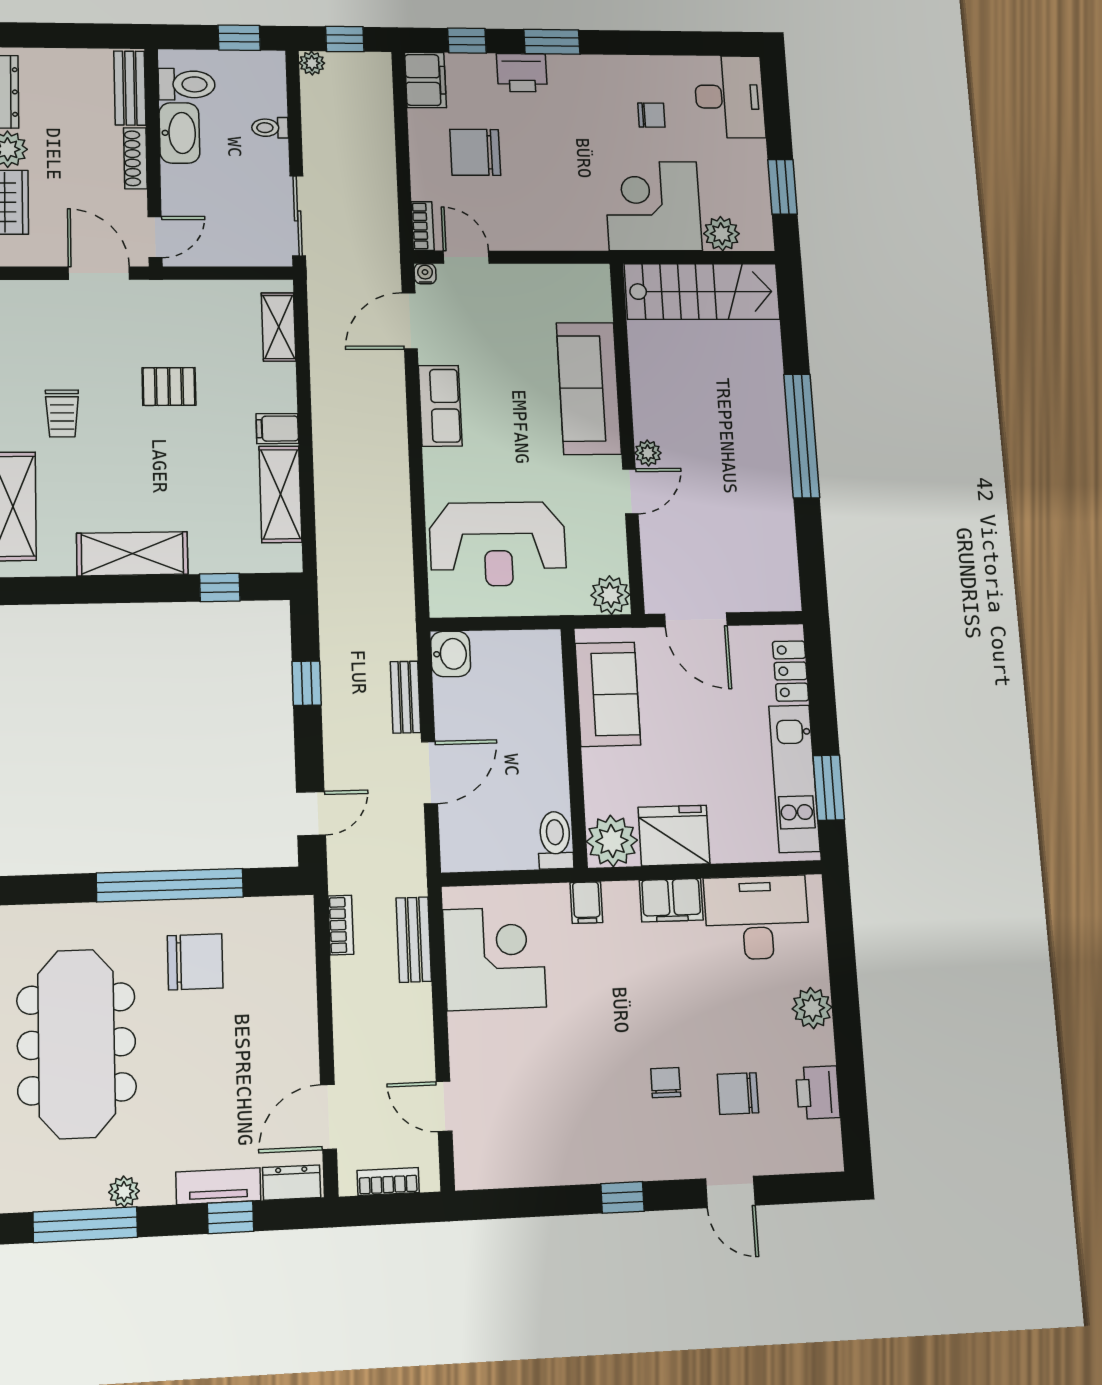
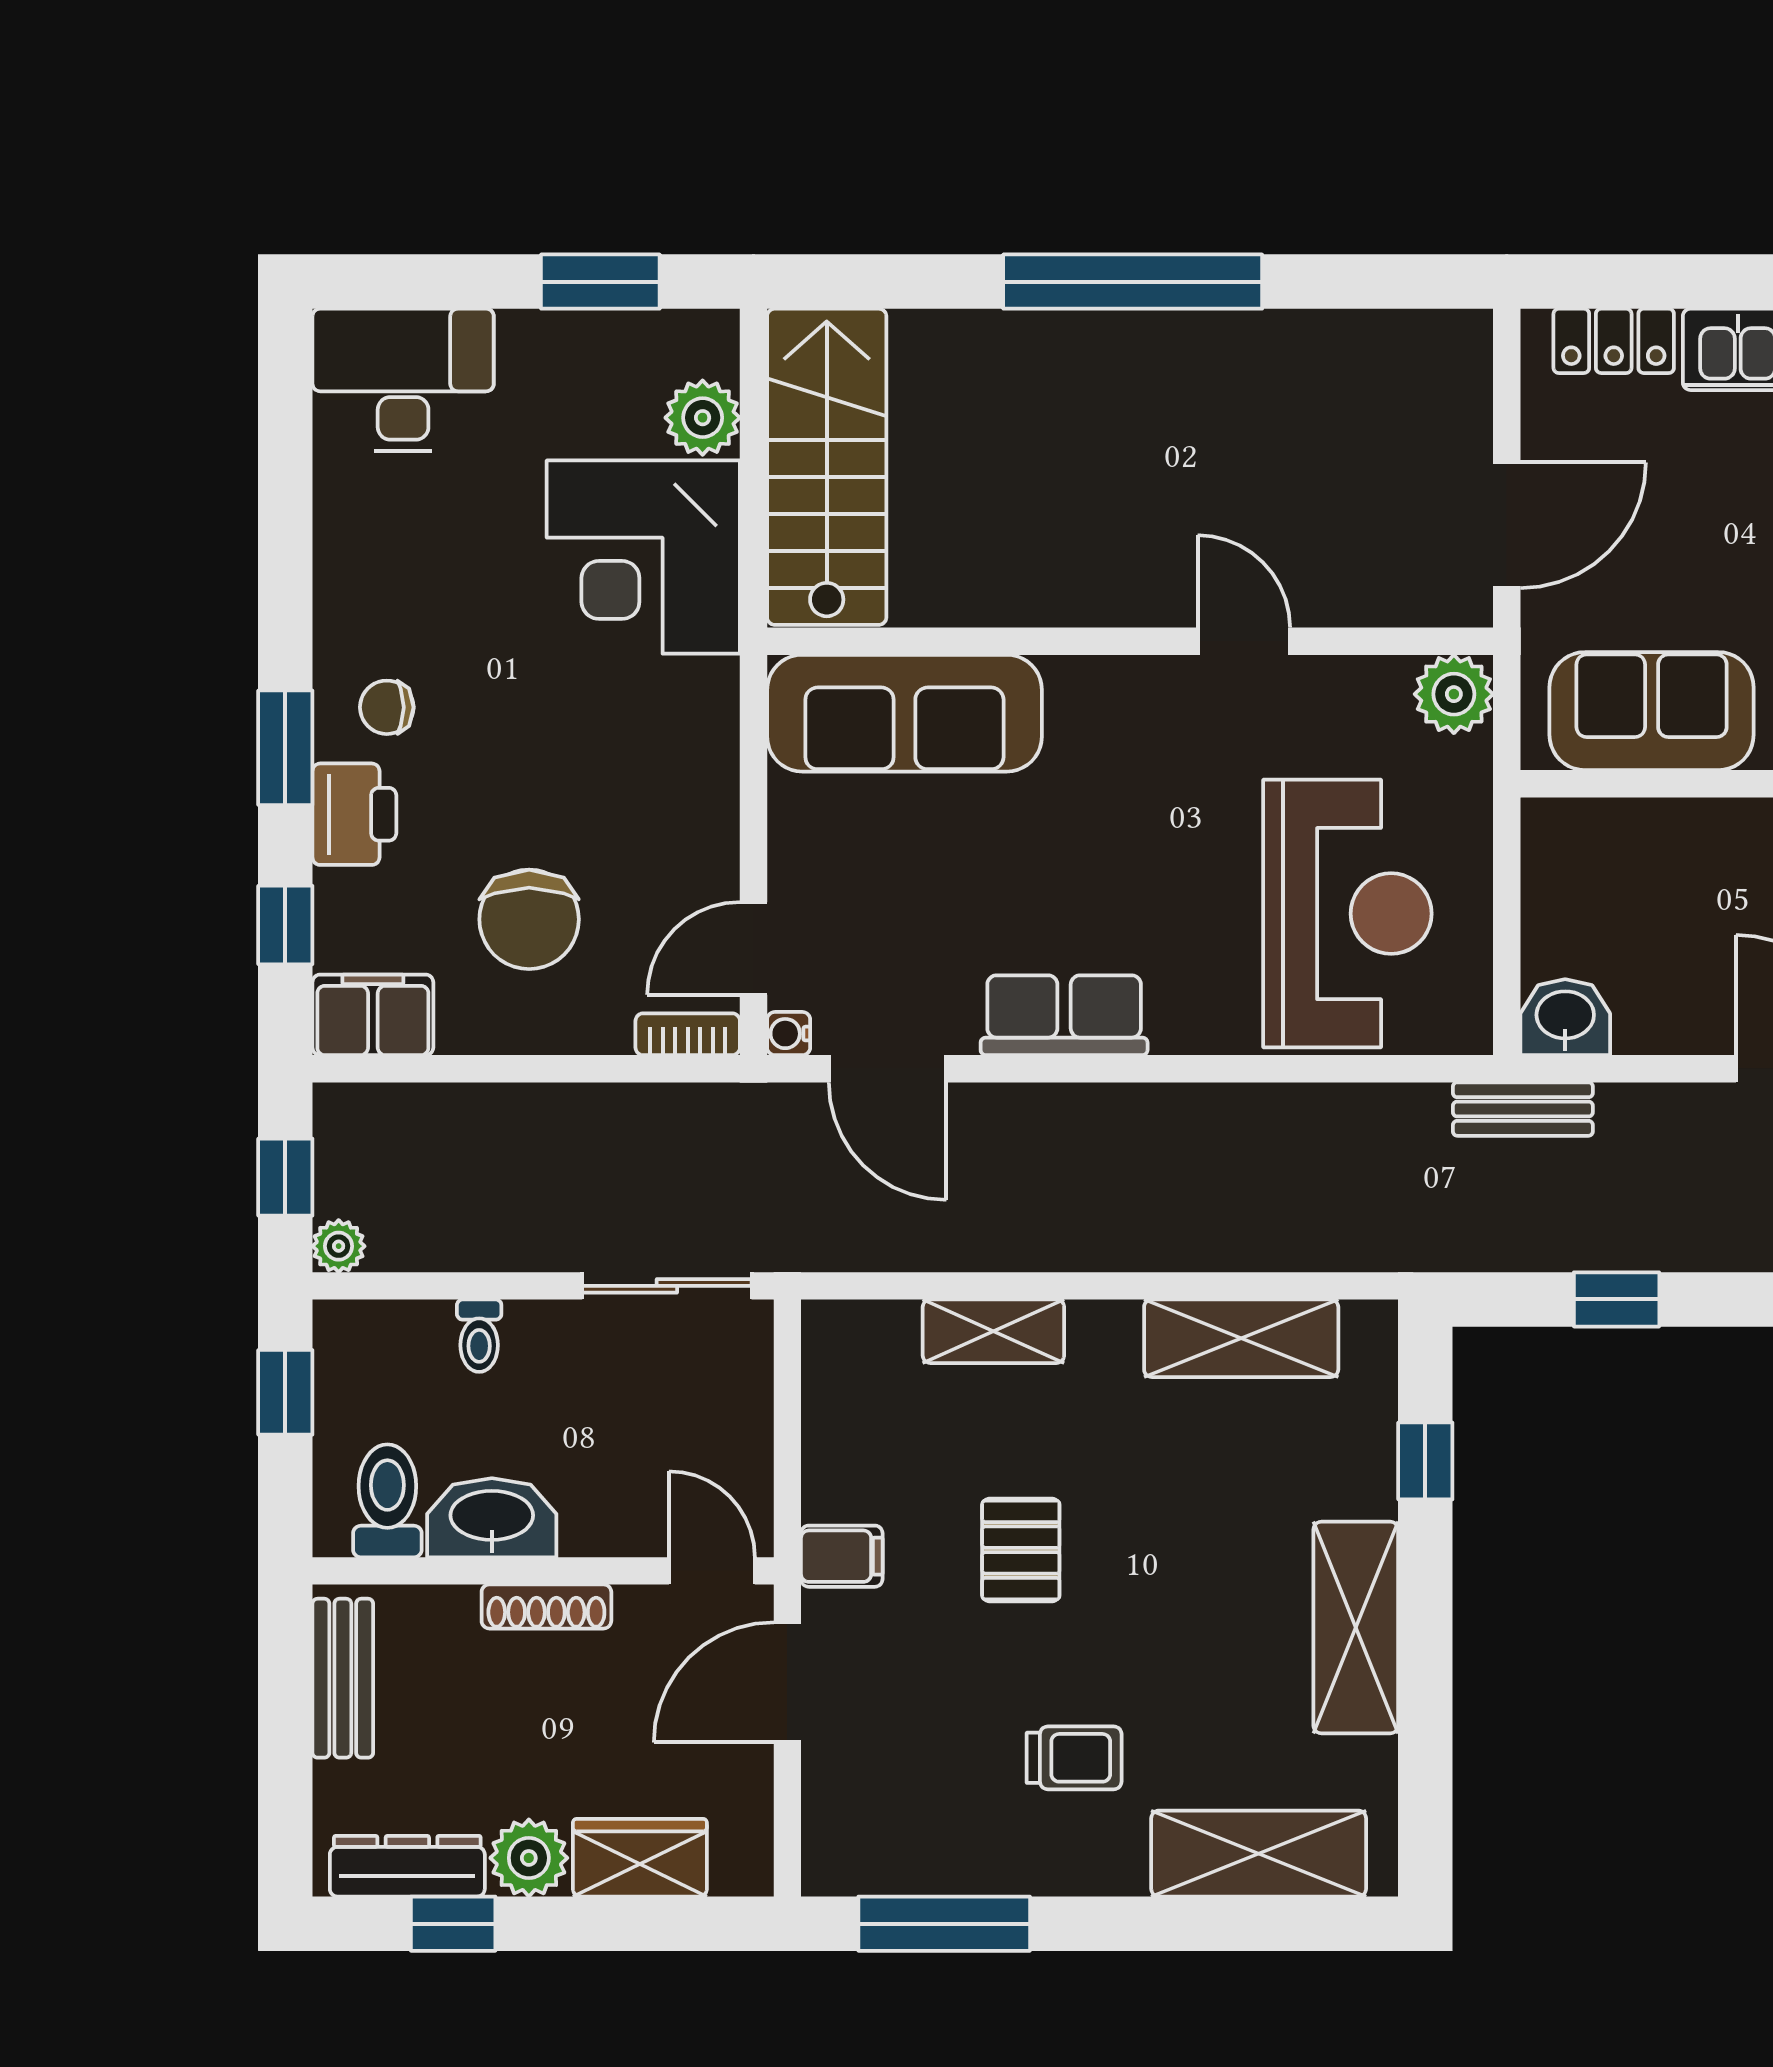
bench: (130, 88) -> (343, 1678), moved, turned 90
chair: (651, 115) -> (387, 707), moved, turned -90
shelving: (279, 327) -> (993, 1331), moved
sofa: (589, 388) -> (904, 713), moved
filing cabinet: (277, 429) -> (842, 1556), moved, turned -90
plant: (648, 453) -> (1165, 601), removed
bench: (405, 697) -> (1523, 1109), moved

